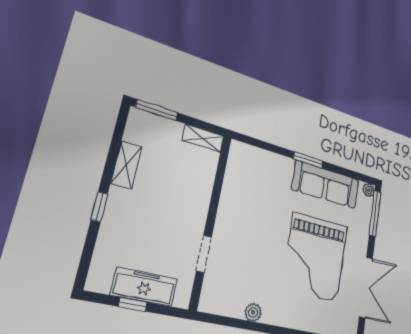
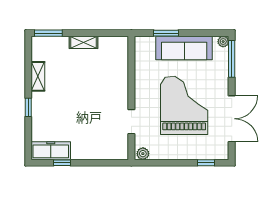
wall: (211, 220) -> (131, 98), moved
doorway: (204, 254) -> (131, 122), moved
grand piano: (315, 257) -> (184, 105), turned 180
freezer: (144, 287) -> (51, 151), moved

